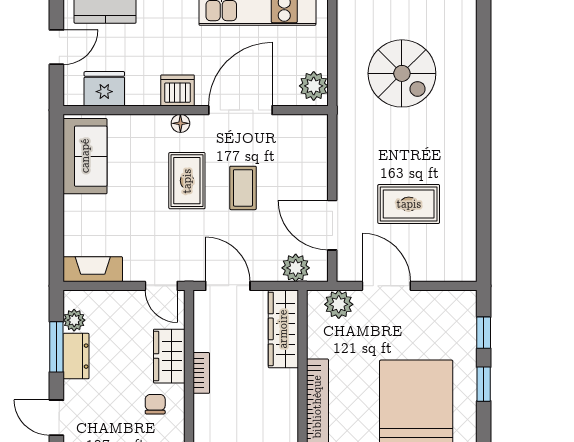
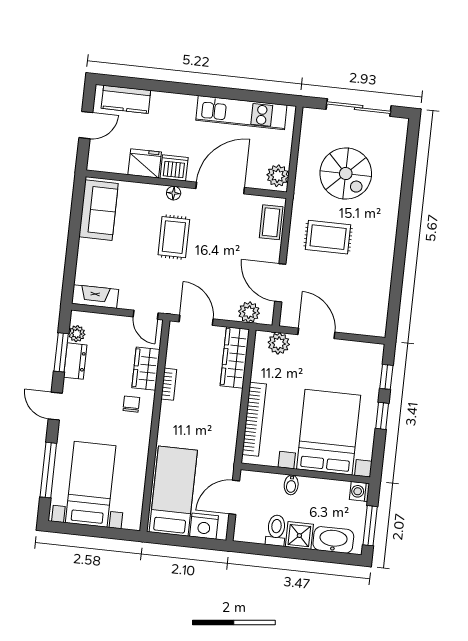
fridge: (104, 89) -> (145, 163), moved
coffee table: (243, 188) -> (271, 222), moved
rug: (409, 204) -> (328, 237), moved

